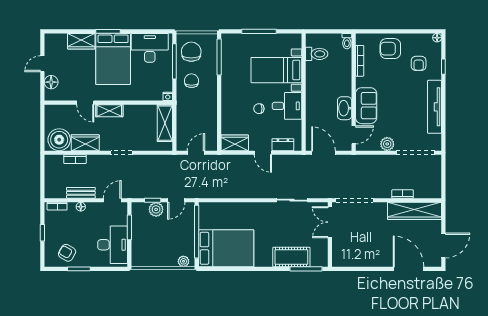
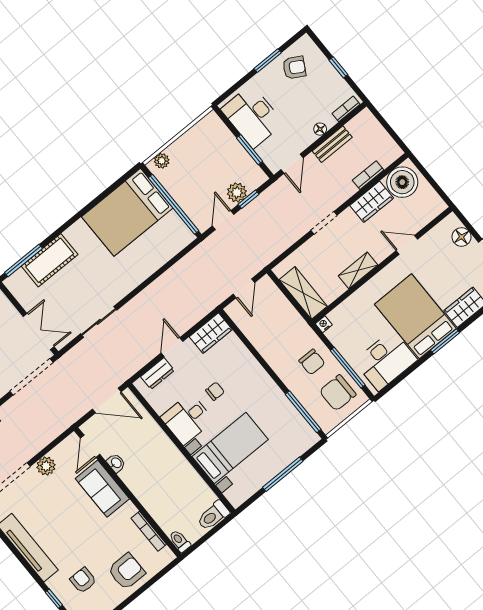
chair: (191, 52) -> (338, 393), turned 90
toilet: (317, 54) -> (213, 516), moved
washbasin: (345, 108) -> (116, 463), width x0.52, depth x0.69
shelving: (109, 111) -> (358, 270), moved
door: (263, 153) -> (172, 347), hinge flipped

